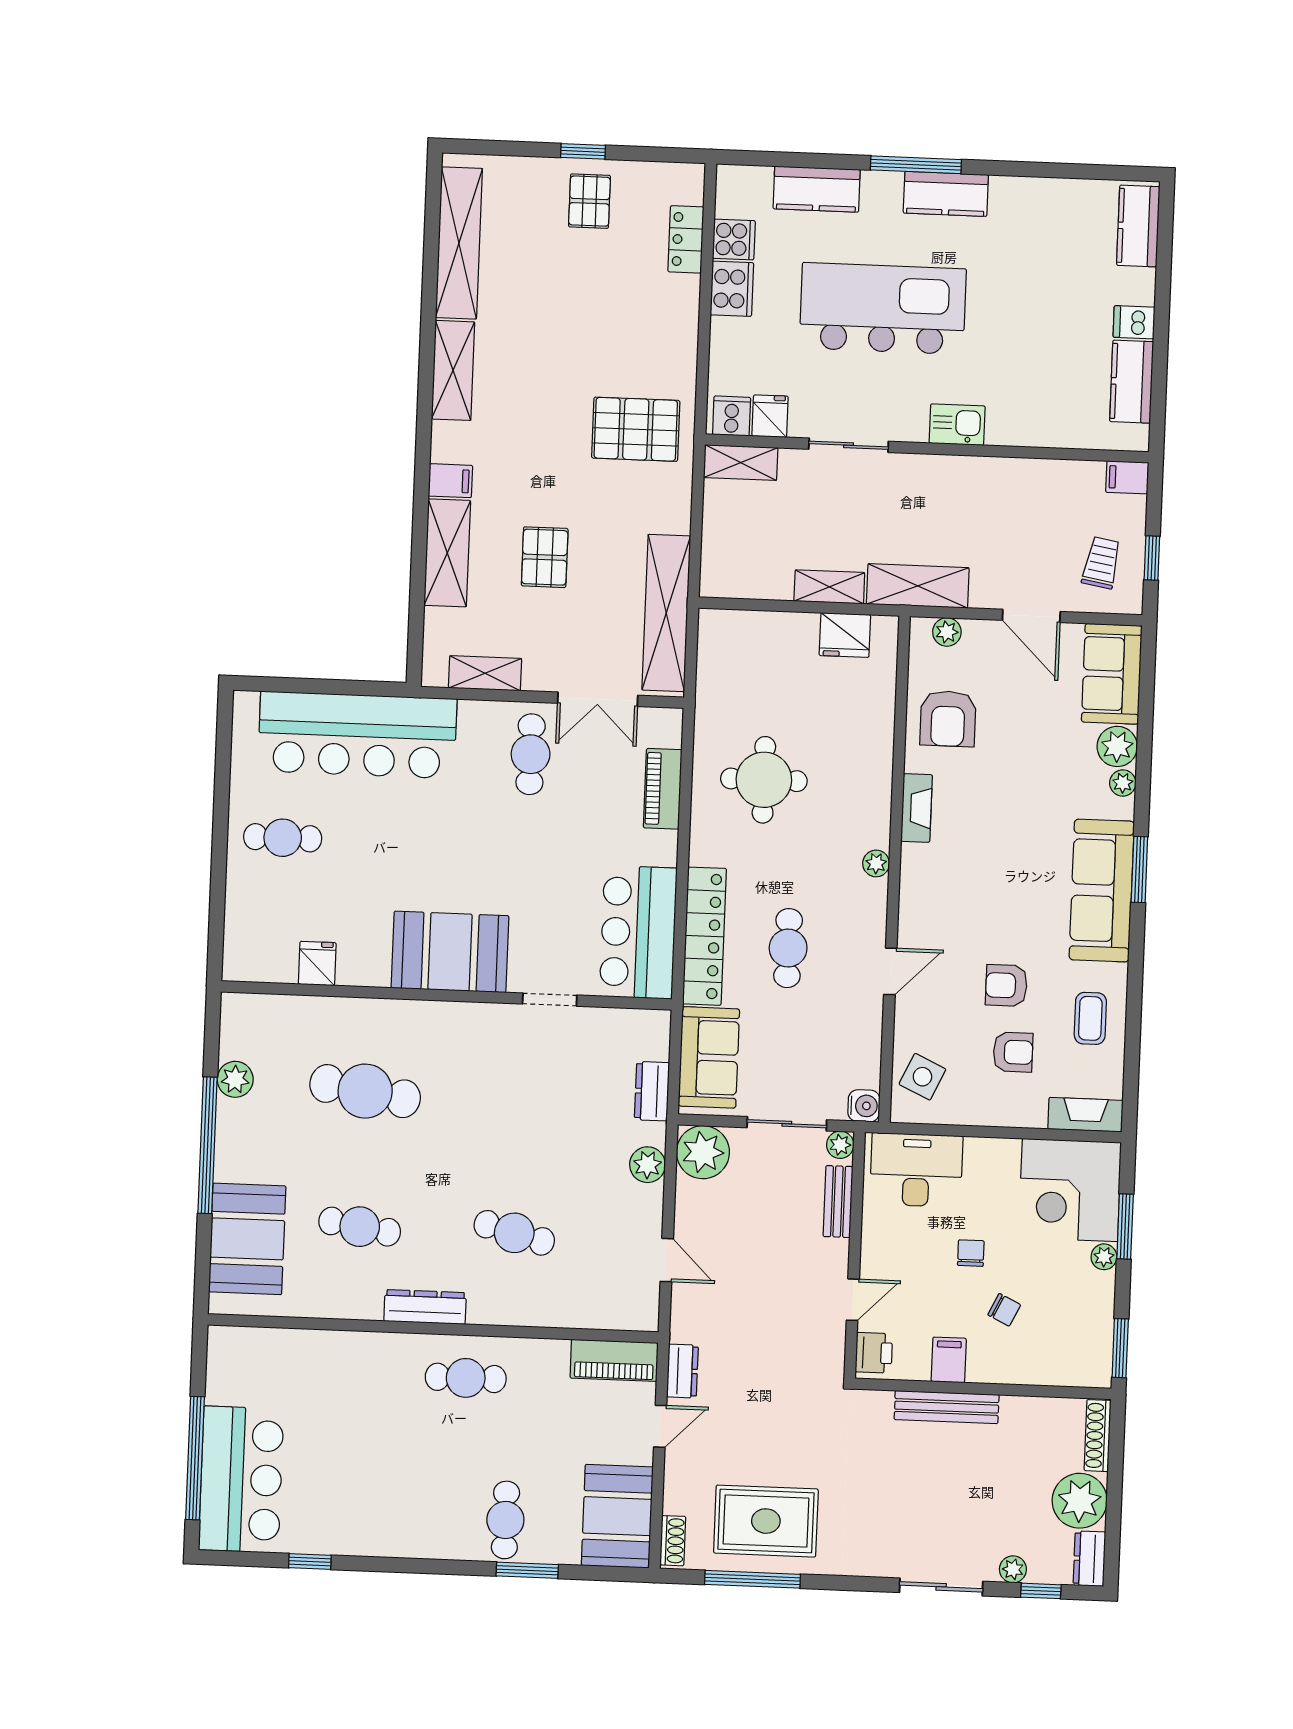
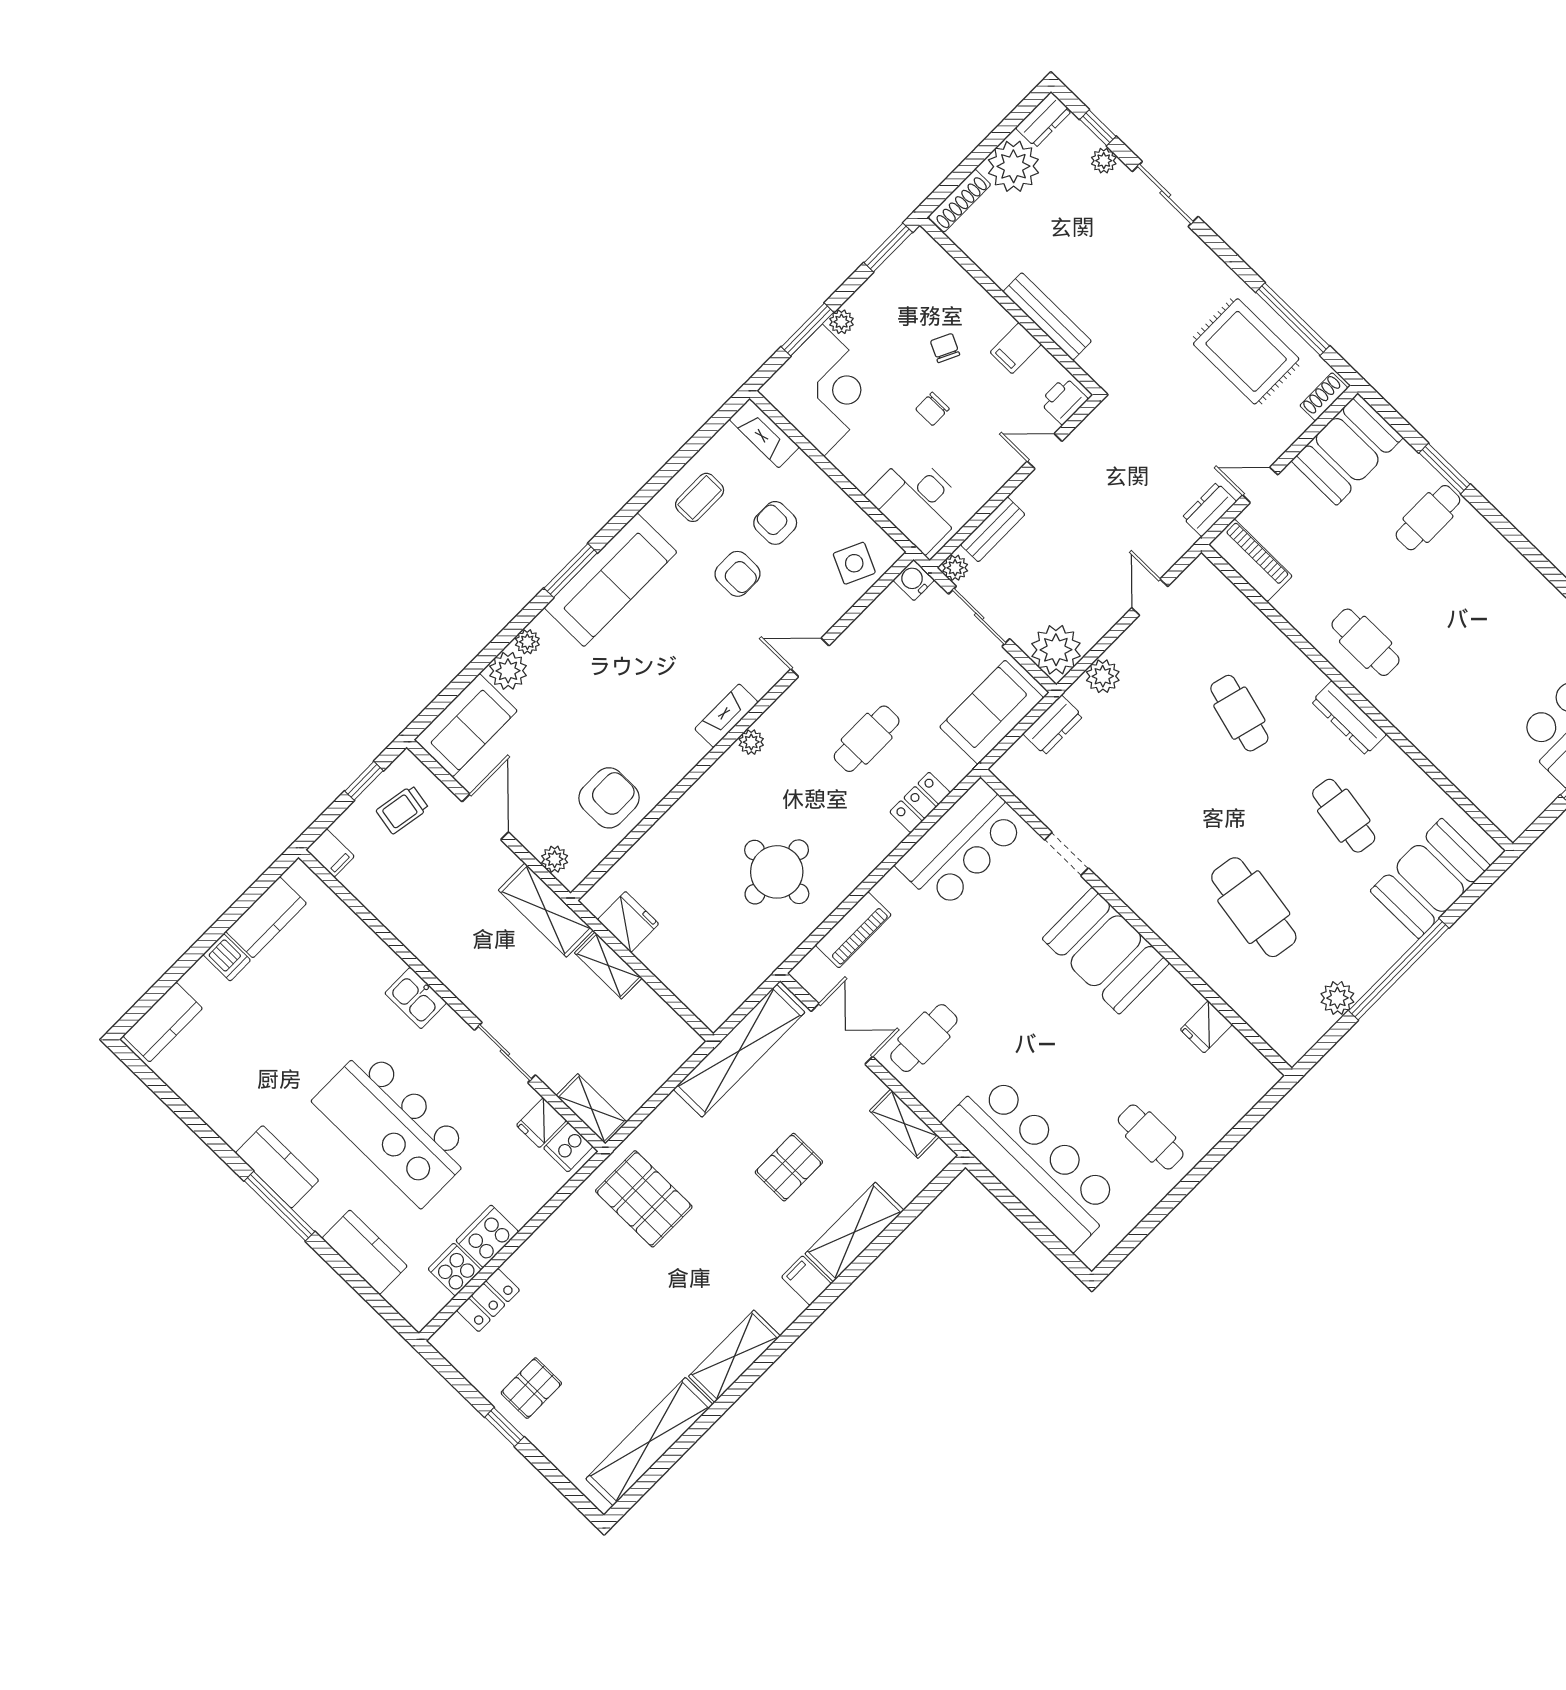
fireplace: (917, 808) -> (726, 716), moved
locker: (704, 936) -> (920, 802), width x0.46, depth x0.83

